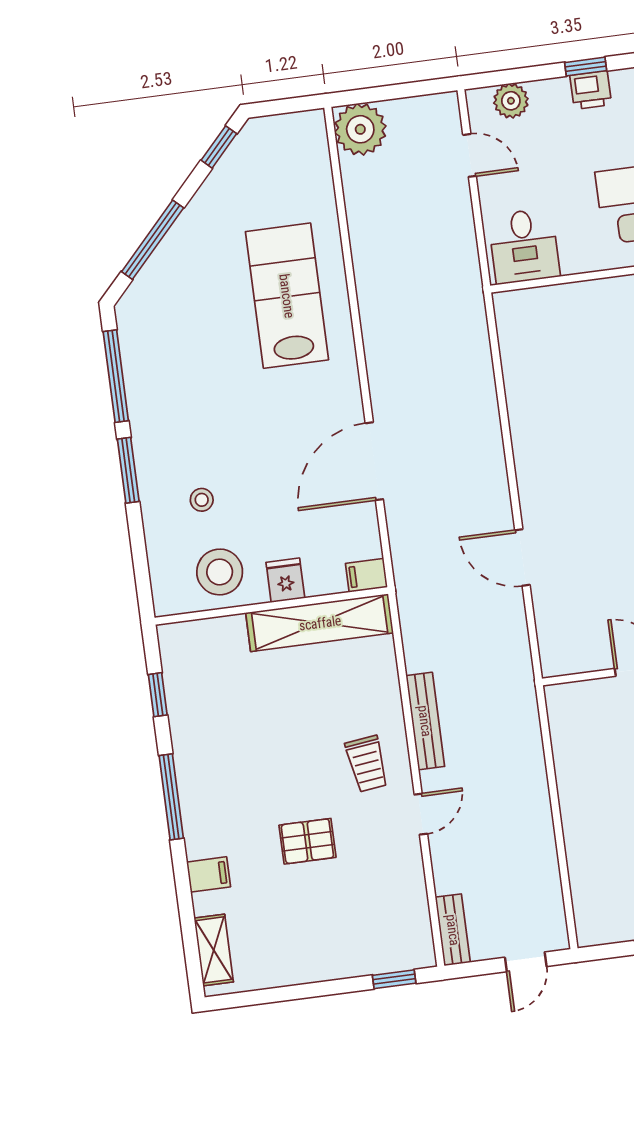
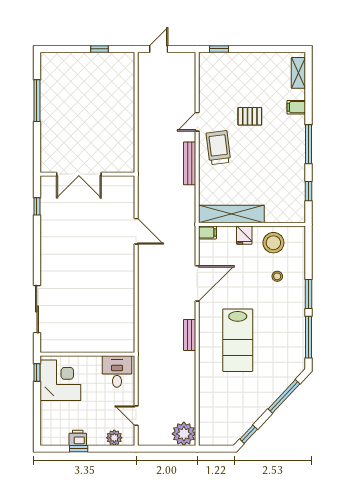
lab bench: (287, 296) -> (238, 340), moved
trolley: (367, 764) -> (218, 148), width x1.36, depth x1.39
bench: (453, 930) -> (190, 335), moved

